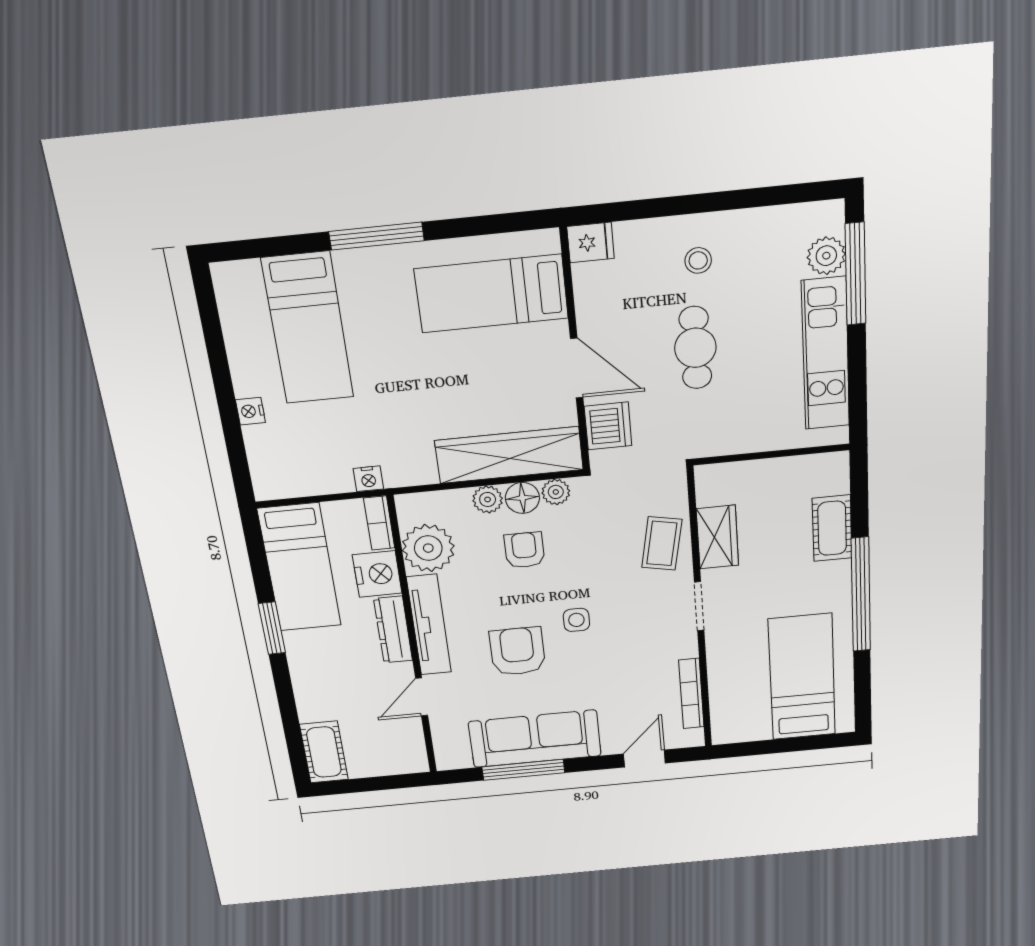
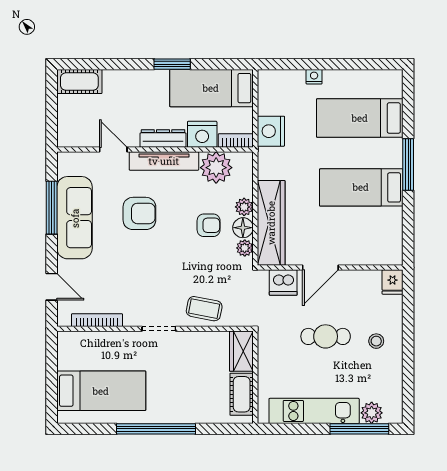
bed: (491, 294) -> (361, 187), moved, turned -90
nightstand: (368, 479) -> (271, 131), width x1.89, depth x1.79
cot: (832, 528) -> (242, 394), moved, turned 90
wardrobe: (717, 537) -> (241, 351), moved, turned 90
side table: (576, 620) -> (158, 252), removed

